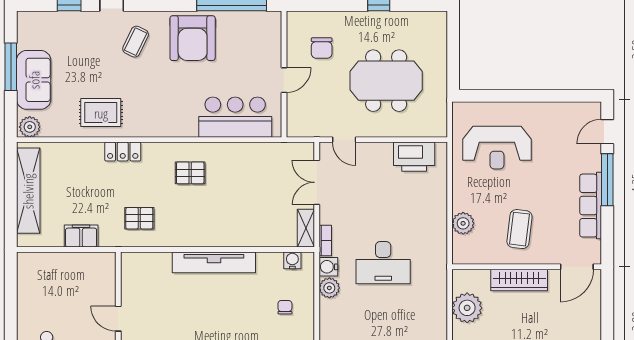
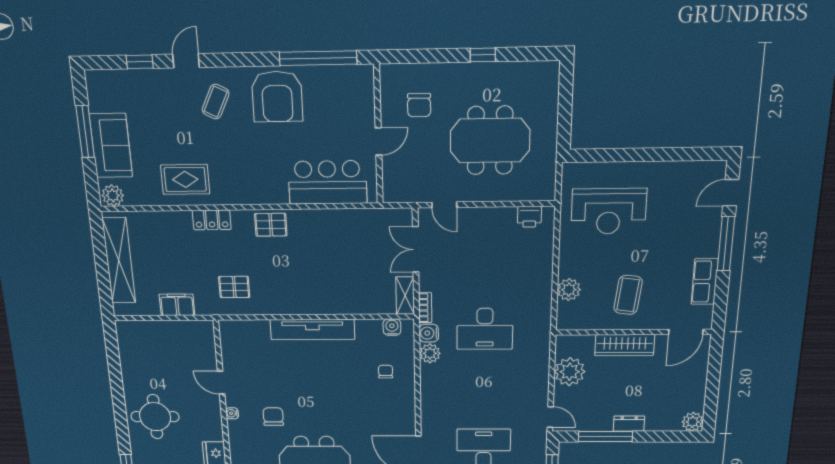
printer: (414, 157) -> (529, 217), width x0.53, depth x0.68
pallet: (190, 173) -> (271, 225), moved
row of seats: (591, 206) -> (705, 282), width x0.68

